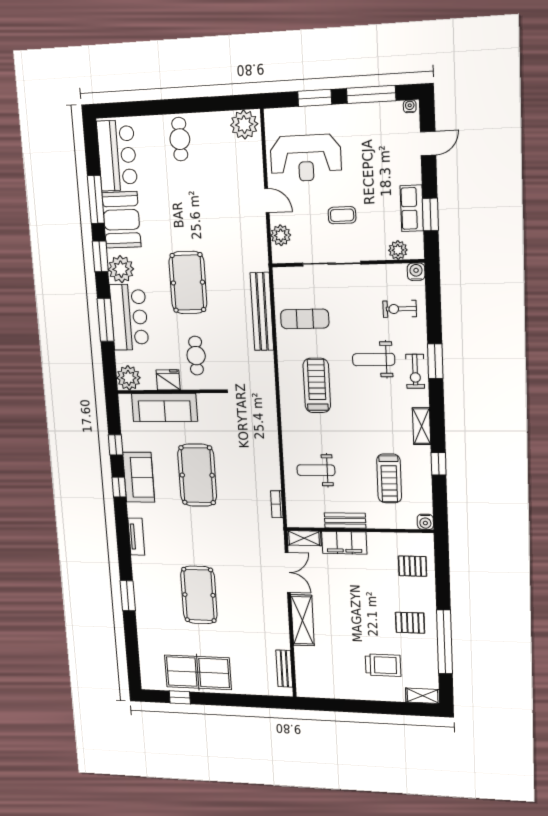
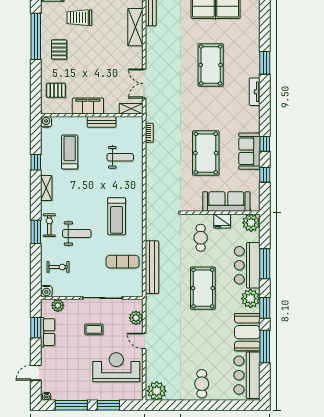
tv unit: (136, 537) -> (255, 92), moved
filing cabinet: (344, 543) -> (88, 106), moved
shelving: (302, 620) -> (135, 27), moved
pallet: (410, 623) -> (59, 50), turned 90

